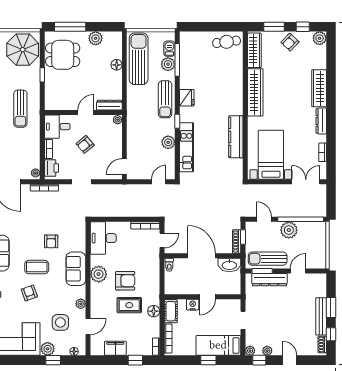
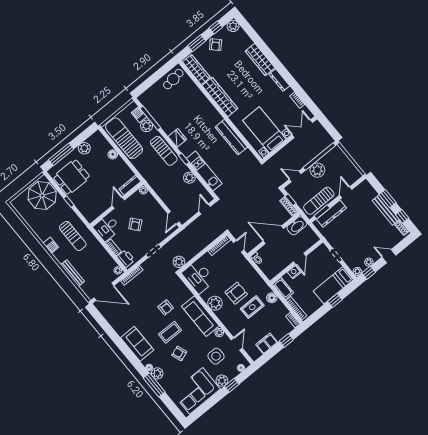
plant: (97, 210) -> (179, 262), added
sofa: (76, 269) -> (200, 316), width x1.36

